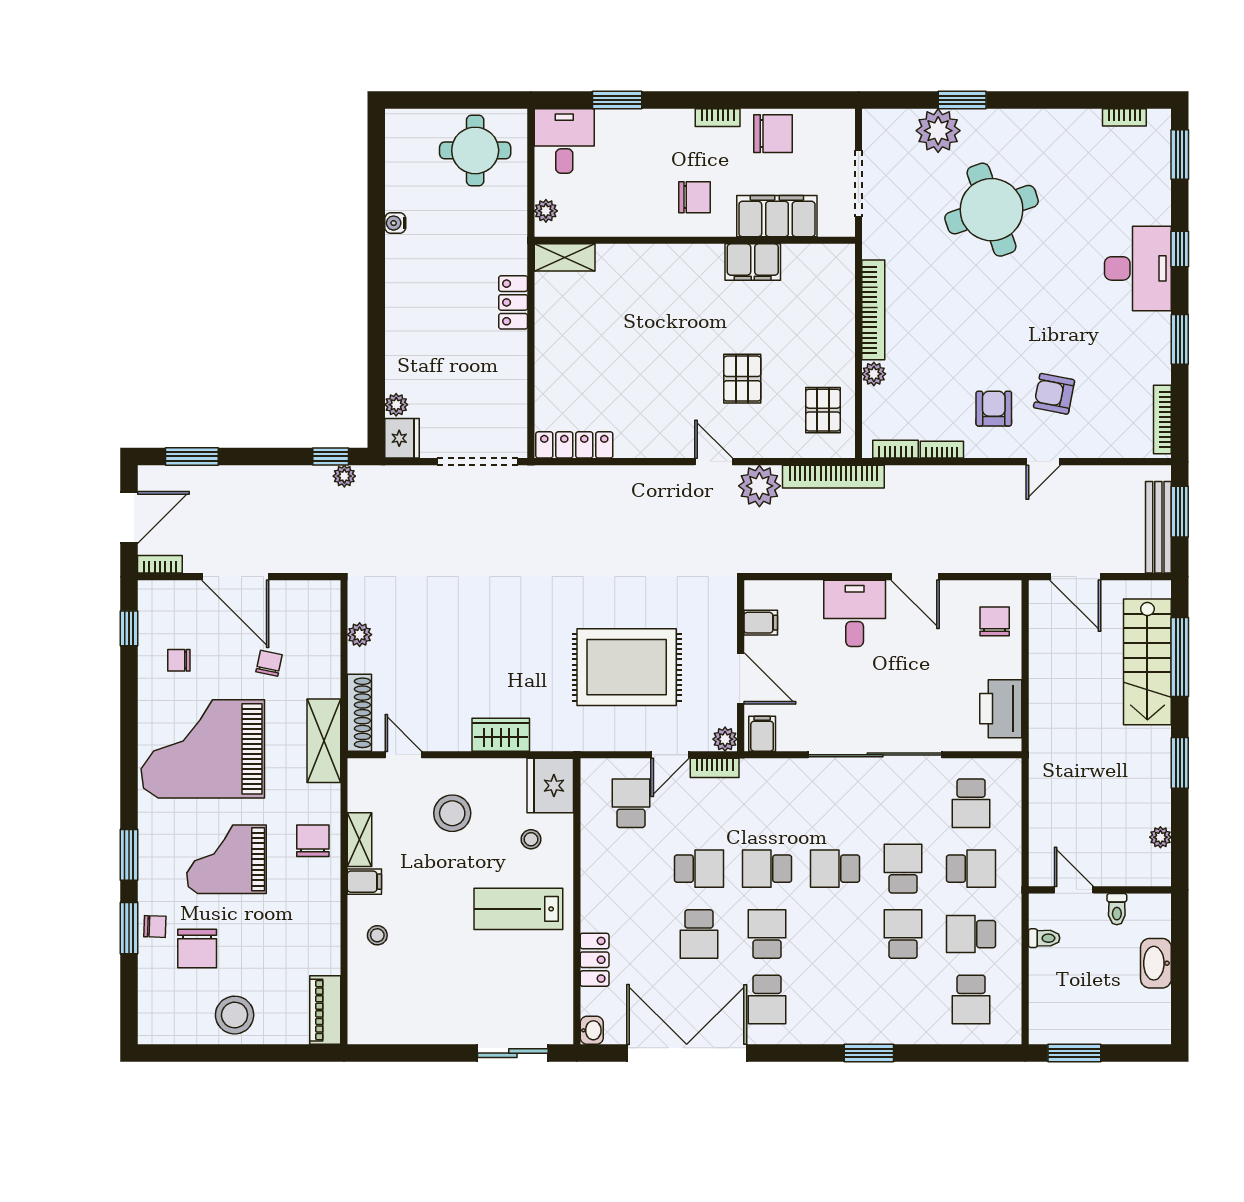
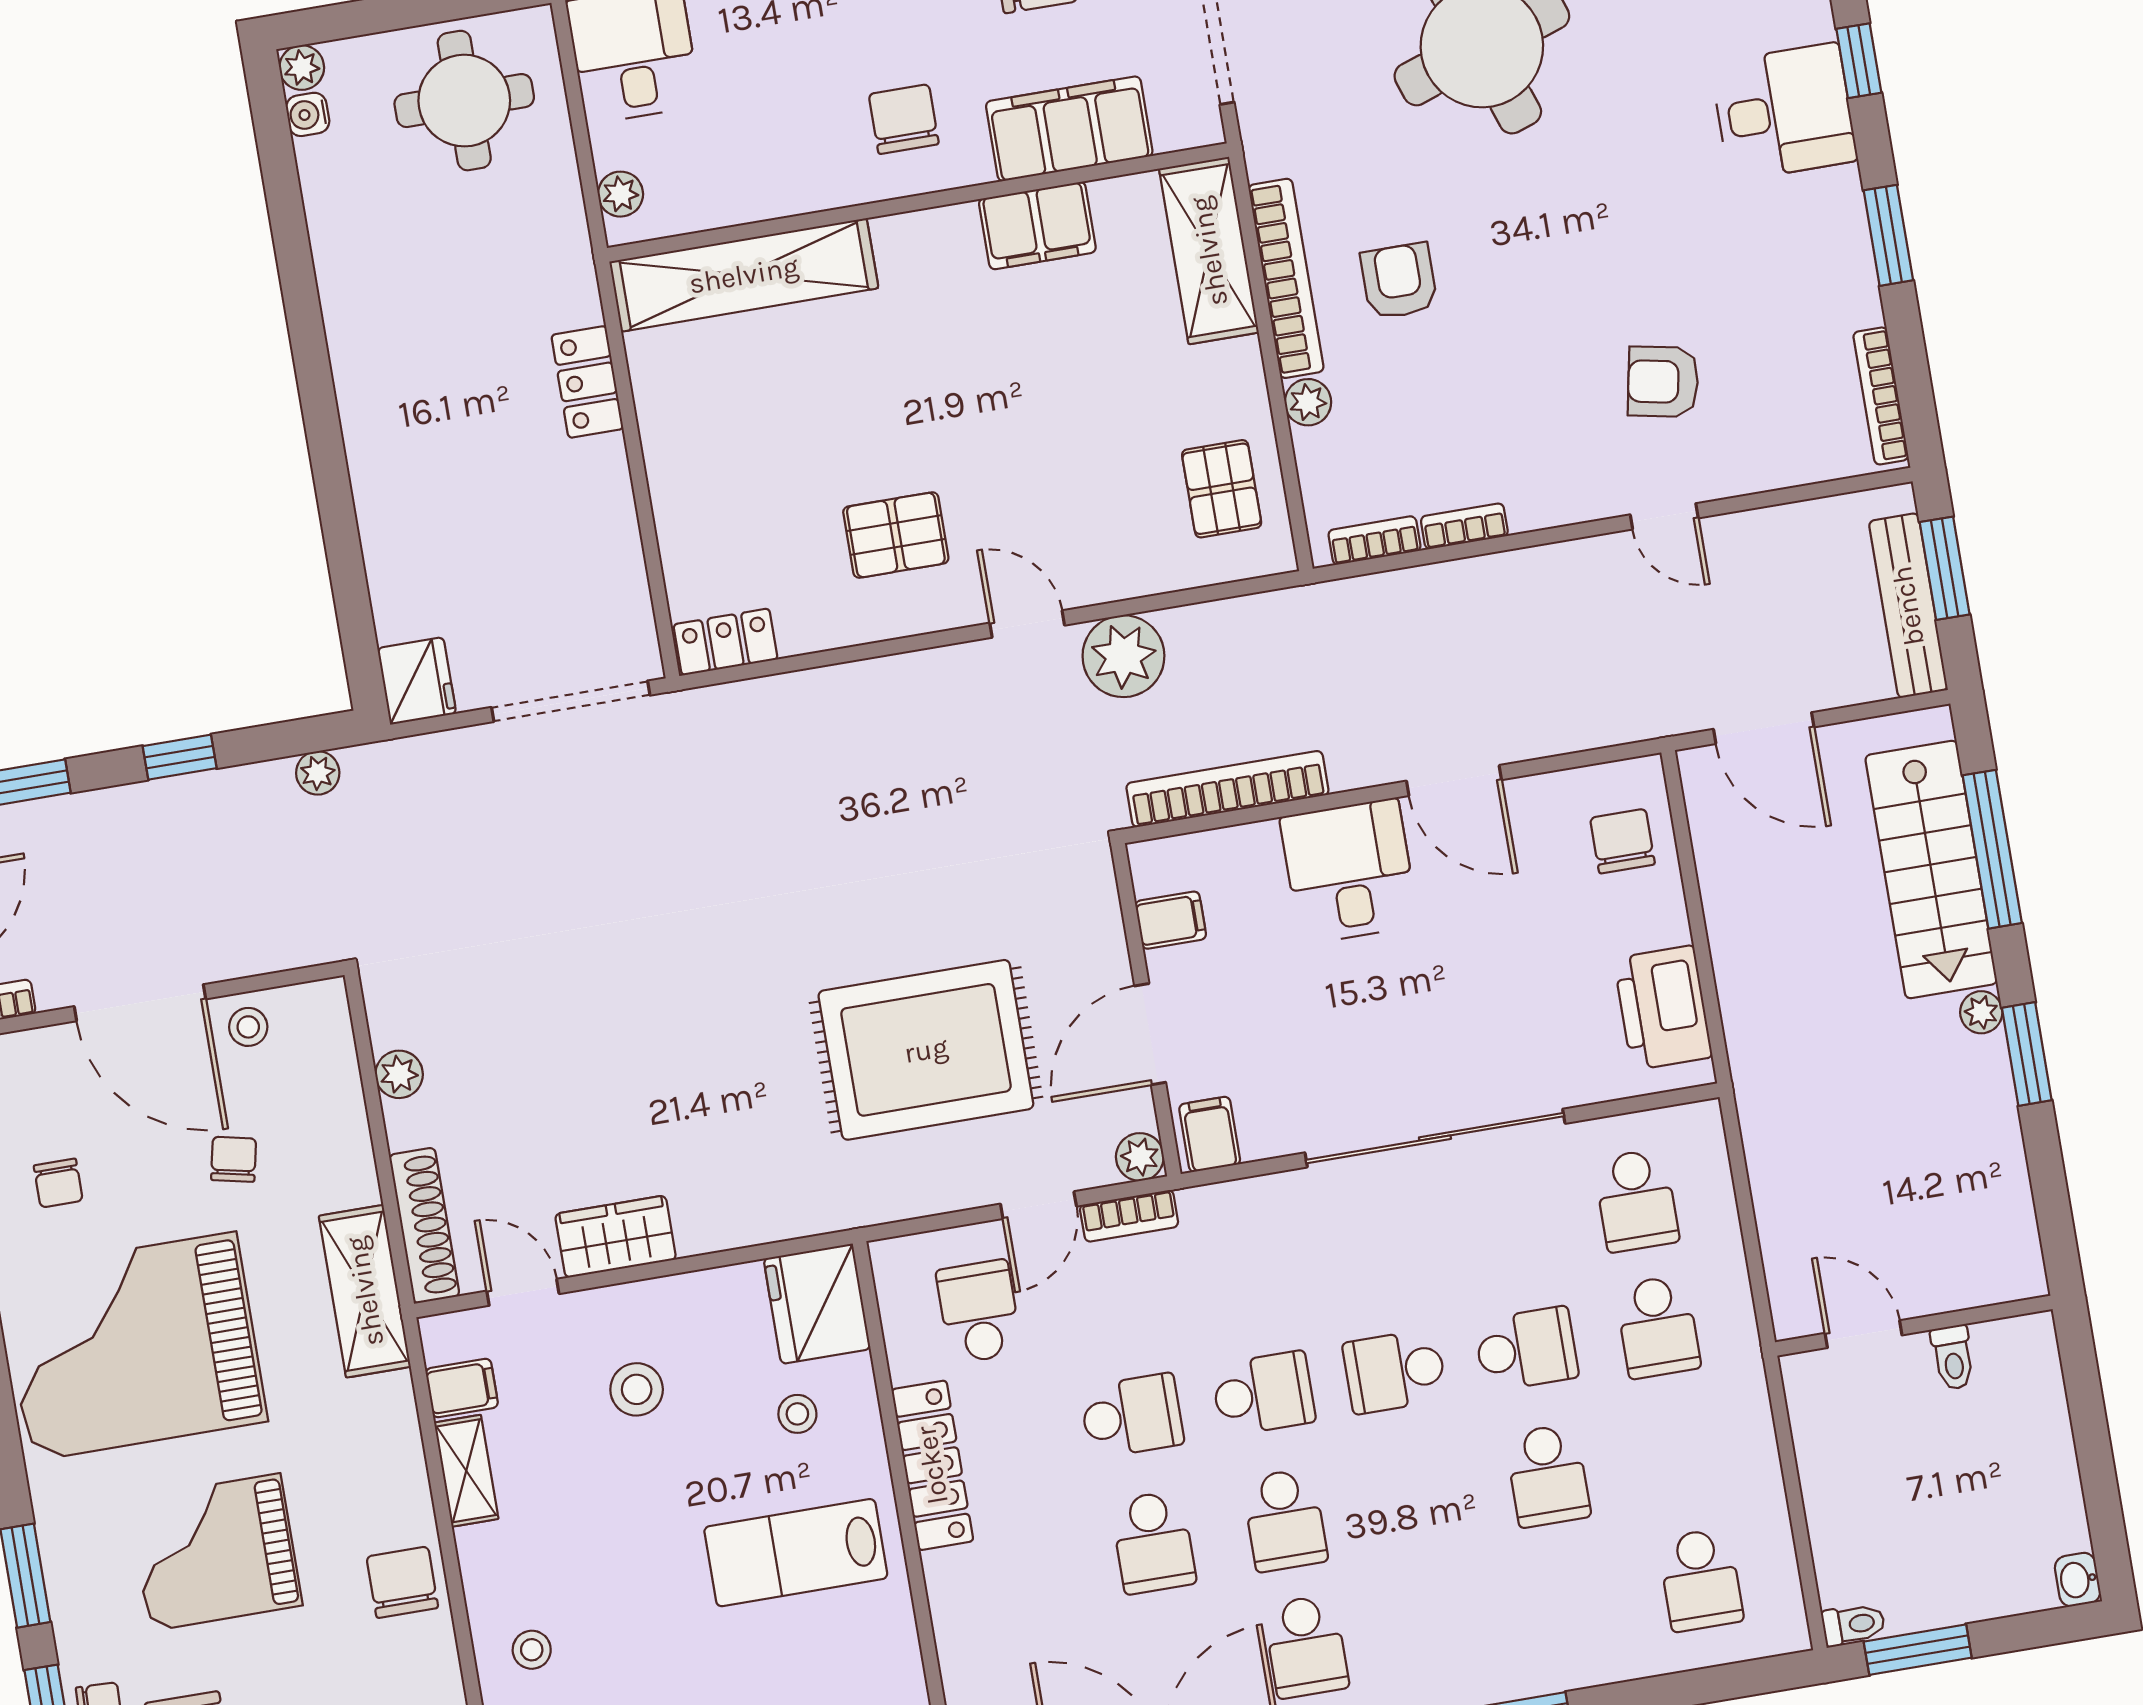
chair: (695, 197) -> (904, 119), turned -90
water cooler: (395, 223) -> (308, 114), moved
shelving: (565, 257) -> (744, 275), width x2.20, depth x1.33
desk: (1138, 268) -> (1784, 112), width x0.73
shelving: (837, 289) -> (1209, 251), added
pallet: (742, 379) -> (896, 535), moved, turned 90
plant: (396, 405) -> (302, 68), moved
armchair: (994, 409) -> (1399, 281), moved
locker: (574, 445) -> (726, 642), width x0.66
window: (331, 456) -> (180, 757), moved
door: (1043, 462) -> (1664, 516), hinge flipped
bookcase: (833, 477) -> (1227, 789), moved, turned 180
stool: (288, 598) -> (248, 1027), added
chair: (179, 660) -> (58, 1183), turned -90
door: (741, 678) -> (1150, 1034), swing flipped
wardrobe: (501, 735) -> (616, 1237), moved
stool: (452, 813) -> (637, 1389), width x0.73, depth x0.73
plant: (1160, 837) -> (1981, 1012), moved
chair: (313, 841) -> (402, 1582), moved
school desk: (767, 869) -> (1263, 1394), turned 180
school desk: (903, 869) -> (1526, 1349), turned 90
school desk: (971, 869) -> (1658, 1327), turned 90
filing cabinet: (364, 882) -> (462, 1388), moved
school desk: (767, 934) -> (1285, 1520), turned 180
school desk: (903, 934) -> (1548, 1476), turned 180
school desk: (971, 934) -> (1679, 1453), removed
toilet: (1044, 938) -> (1853, 1625), moved
locker: (595, 960) -> (932, 1465), moved, width x1.53
washbasin: (1156, 963) -> (2078, 1580), moved, width x0.52, depth x0.69

